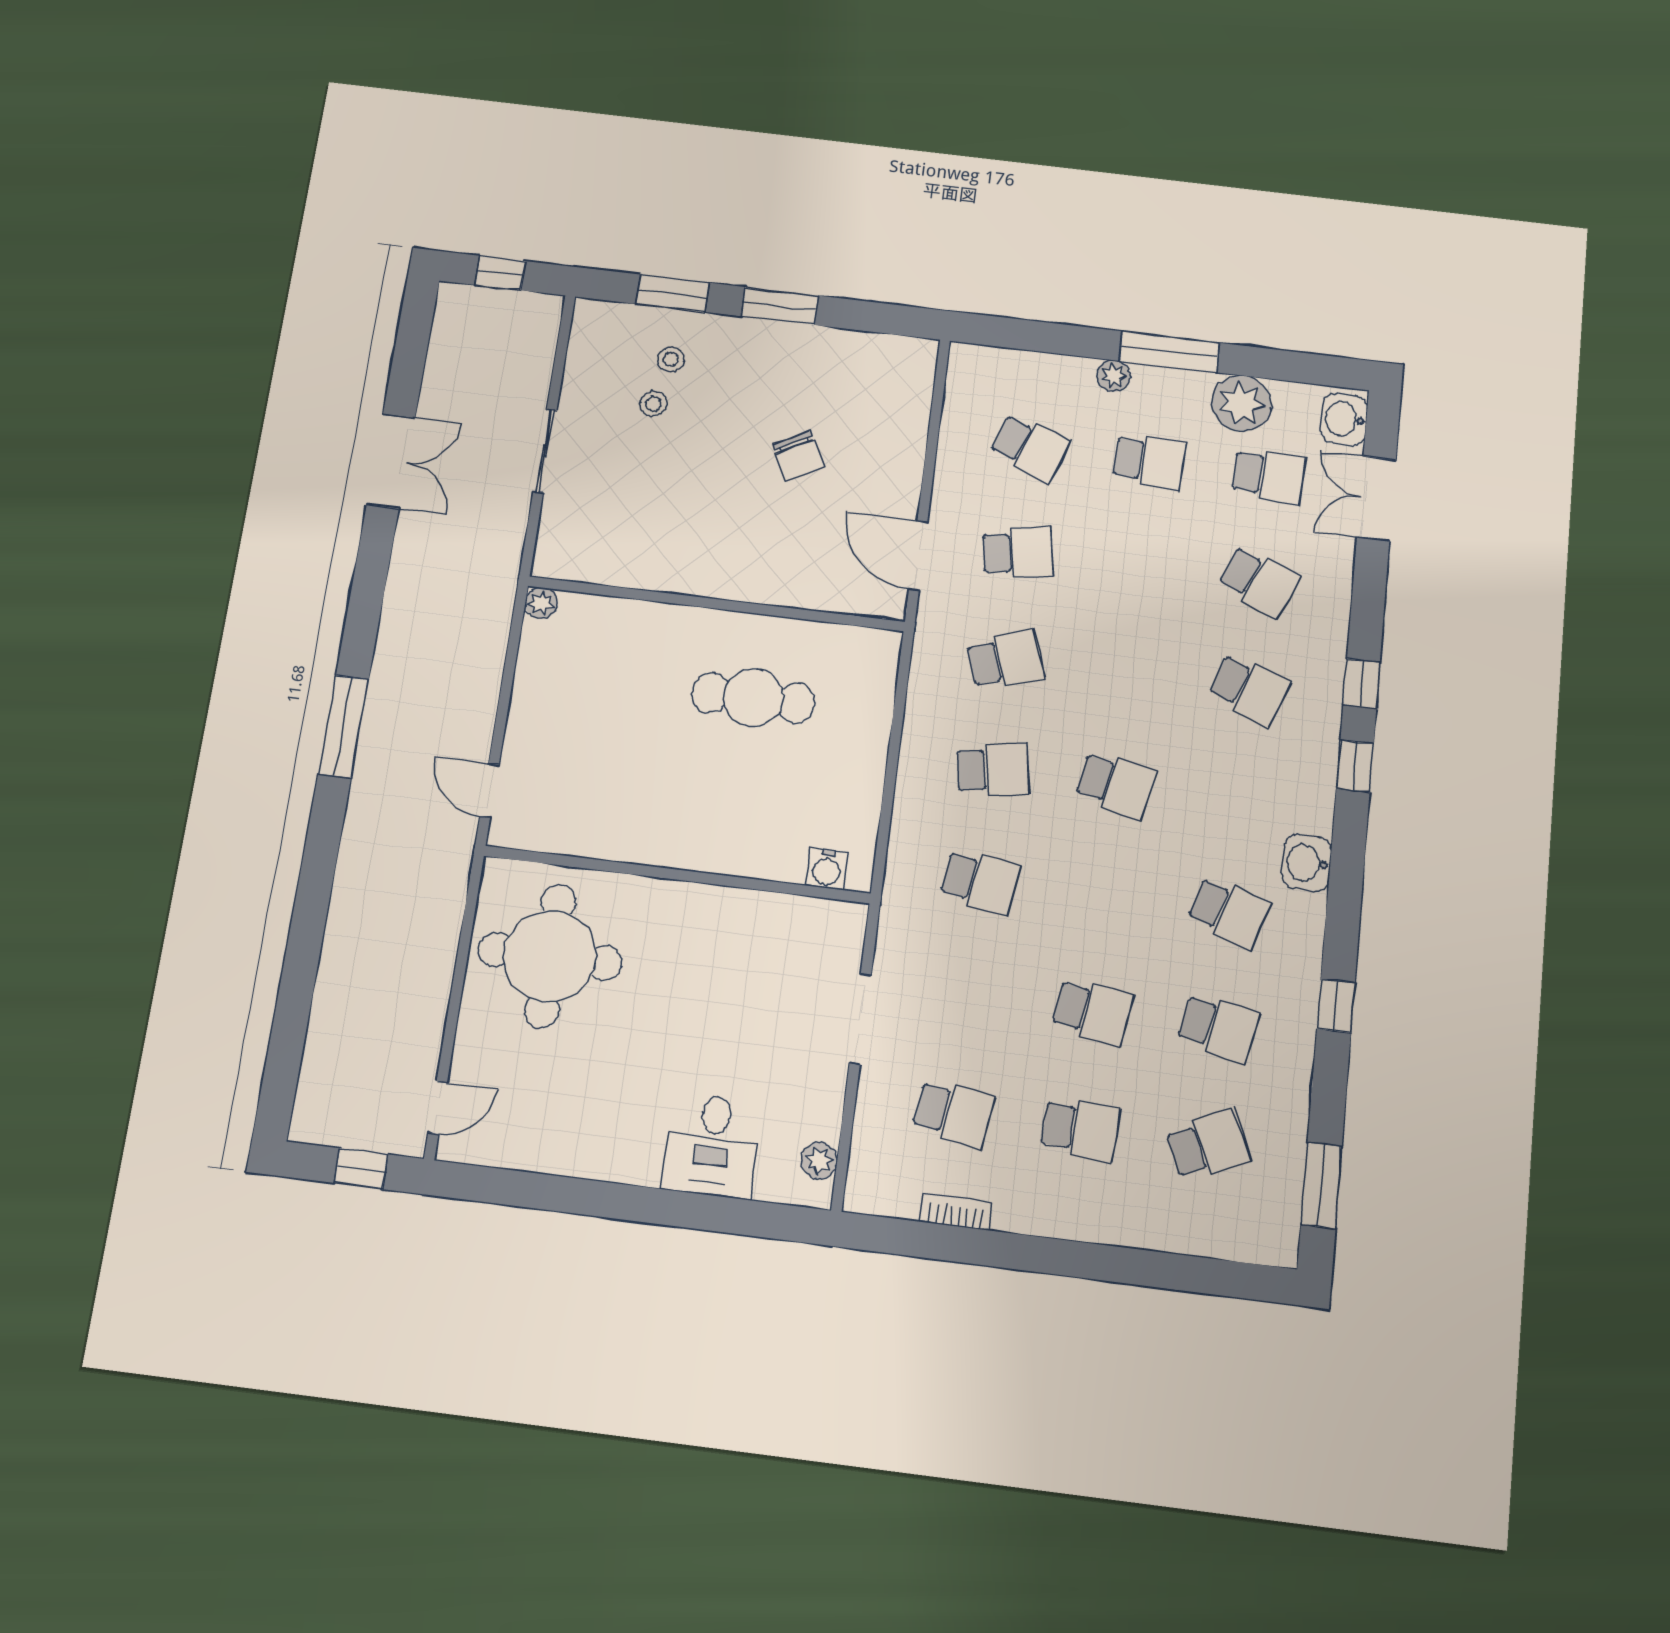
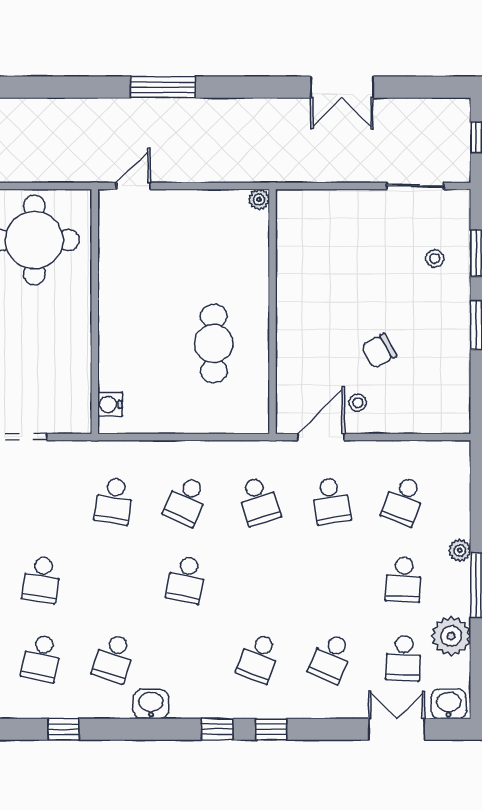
stool: (653, 404) -> (358, 403), moved
sliding door: (545, 451) -> (415, 186), moved
school desk: (993, 770) -> (186, 501), turned 33

